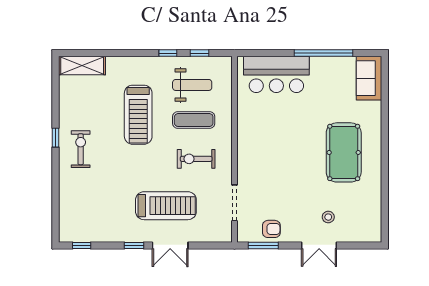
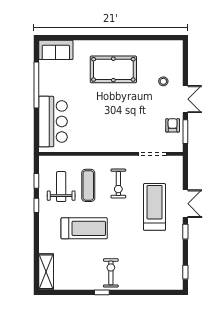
exercise bike: (81, 149) -> (111, 273), turned 90
double door: (319, 246) -> (185, 99), moved

